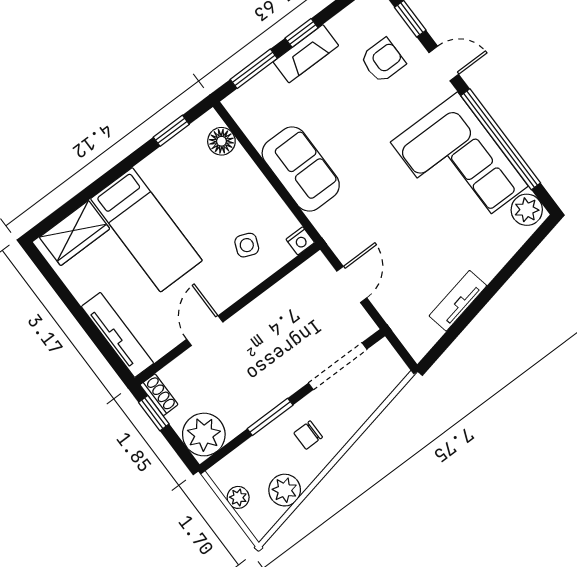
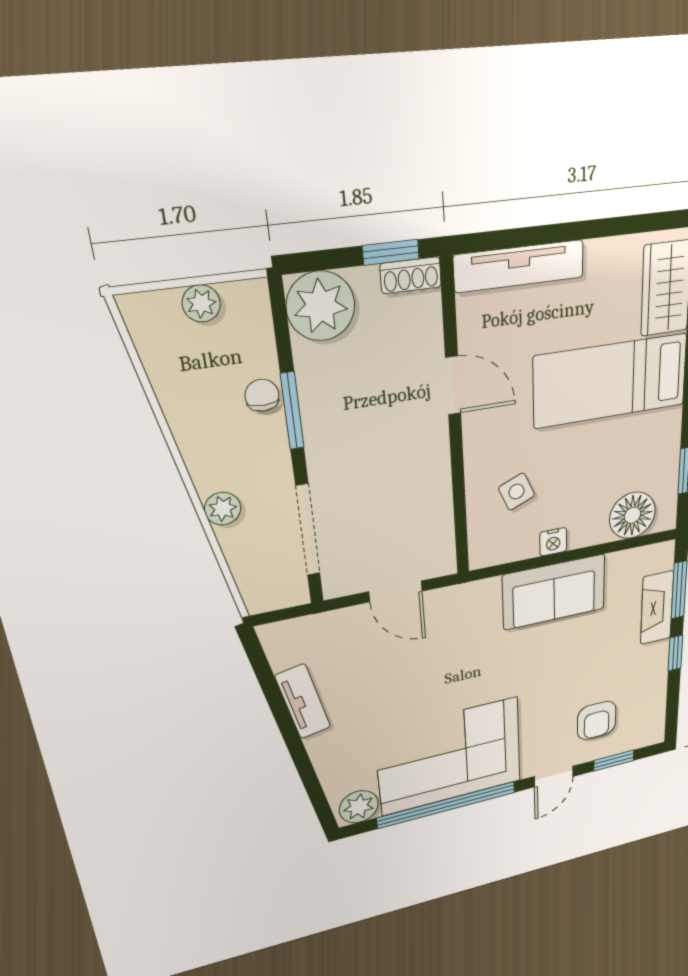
fireplace: (306, 54) -> (657, 608), moved
floor lamp: (221, 141) -> (633, 515), width x1.38, depth x1.38
nightstand: (300, 241) -> (553, 542), moved, turned -90
side table: (247, 245) -> (517, 492), turned 45
chair: (308, 435) -> (262, 395), moved
plant: (285, 490) -> (223, 509), moved, width x0.73, depth x0.73

